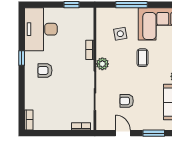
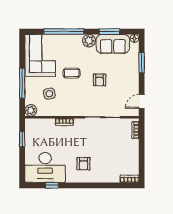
window: (22, 58) -> (52, 185), moved
plant: (102, 64) -> (31, 110), moved
armchair: (127, 101) -> (100, 80), moved
door: (123, 133) -> (142, 101), moved

